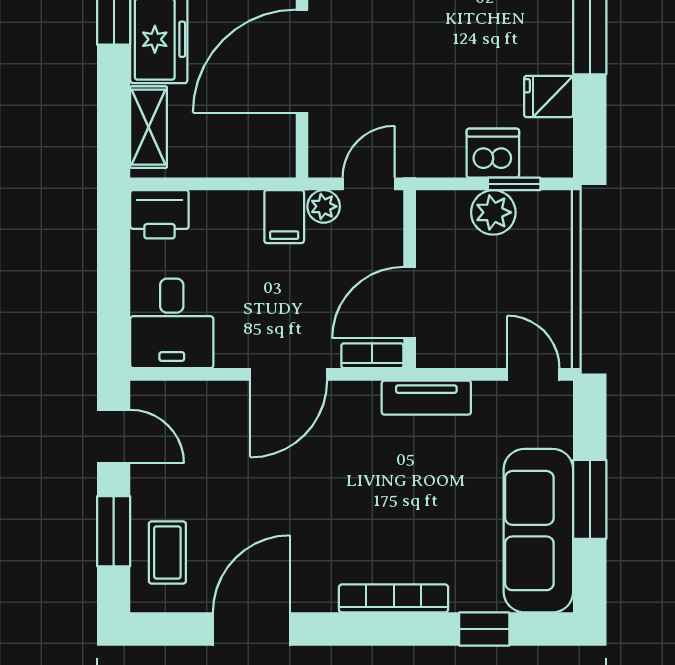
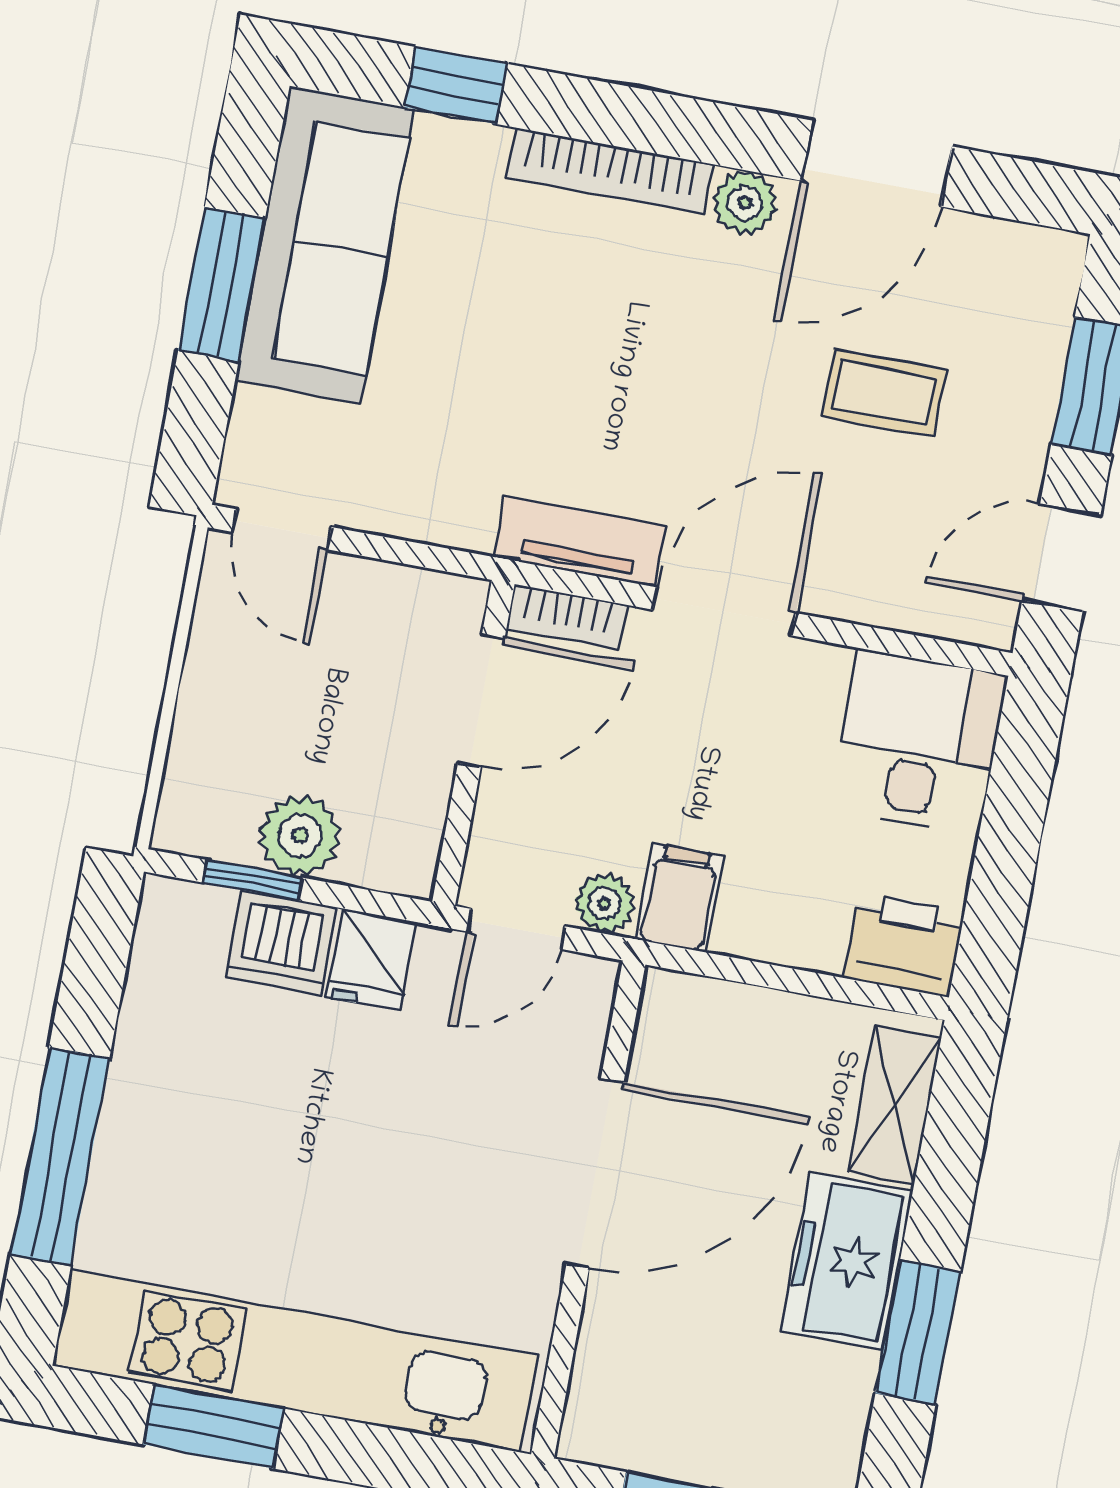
fridge: (549, 96) -> (371, 960), moved, turned 90
tv unit: (426, 398) -> (580, 541), moved
door: (114, 437) -> (1061, 557), hinge flipped
coffee table: (167, 553) -> (884, 393), moved, turned 90
plant: (318, 595) -> (745, 203), added

